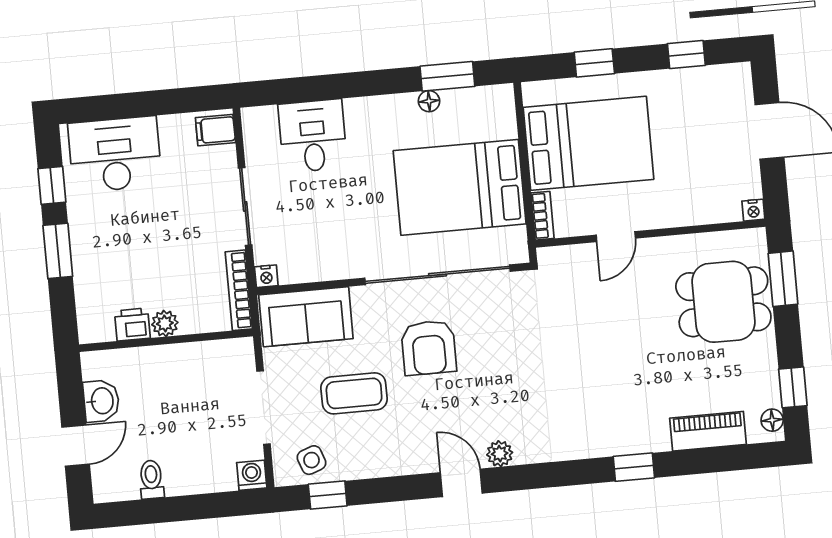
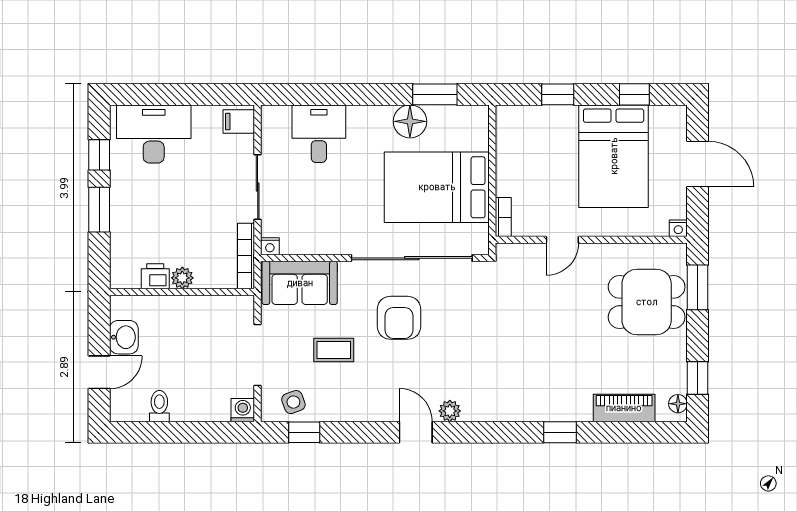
floor lamp: (429, 101) -> (410, 121), width x1.89, depth x1.89
bed: (588, 143) -> (614, 156), moved, turned 90
coffee table: (354, 393) -> (334, 350), width x0.73, depth x0.77

